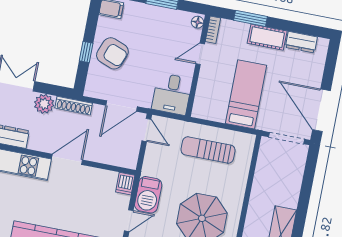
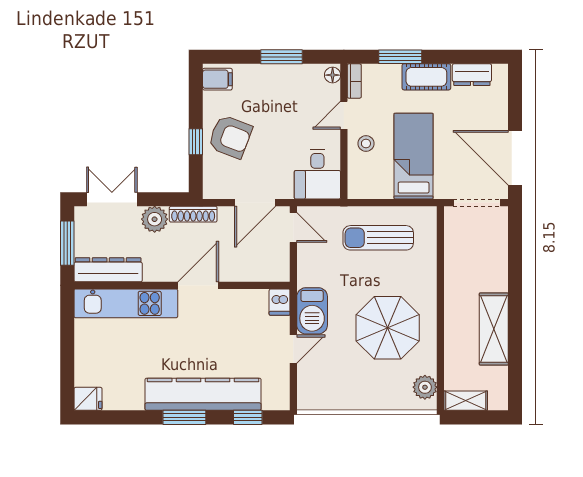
stool: (213, 78) -> (366, 144), added

